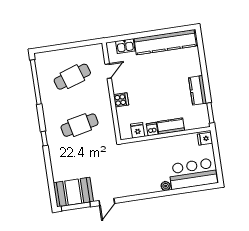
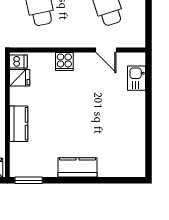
kitchen counter: (165, 42) -> (134, 133), removed
kitchen counter: (198, 90) -> (78, 167), moved
dishwasher: (152, 129) -> (18, 62), moved

